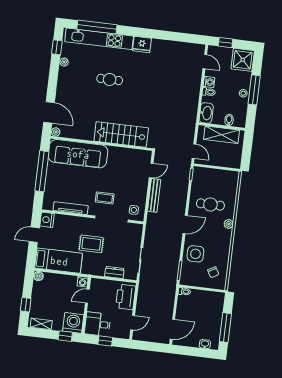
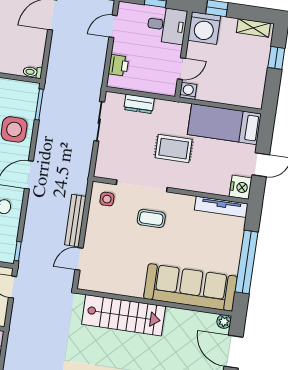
tv unit: (71, 208) -> (221, 207), moved
boiler: (38, 276) -> (256, 101), removed
printer: (126, 297) -> (119, 65), width x0.53, depth x0.68

